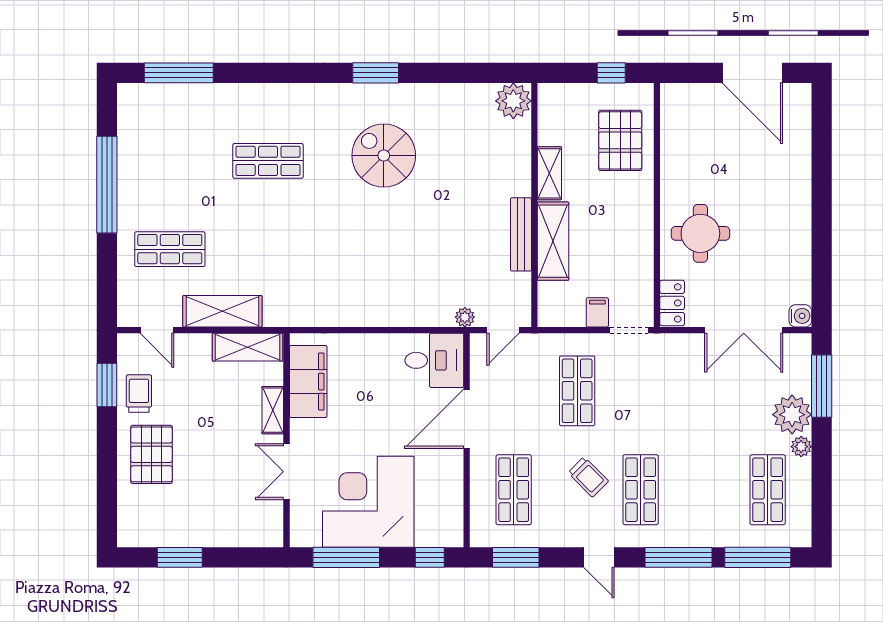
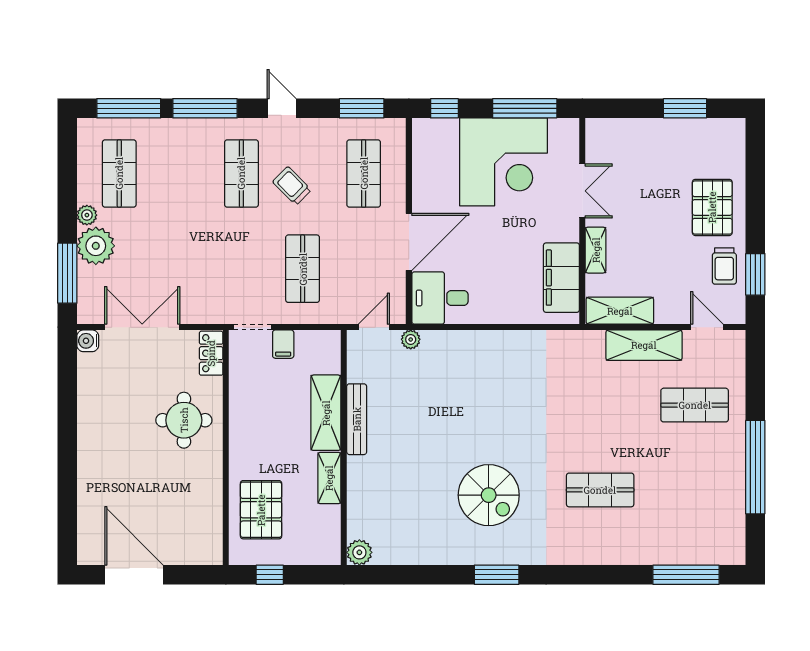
plant: (513, 101) -> (359, 552), width x0.73, depth x0.73

